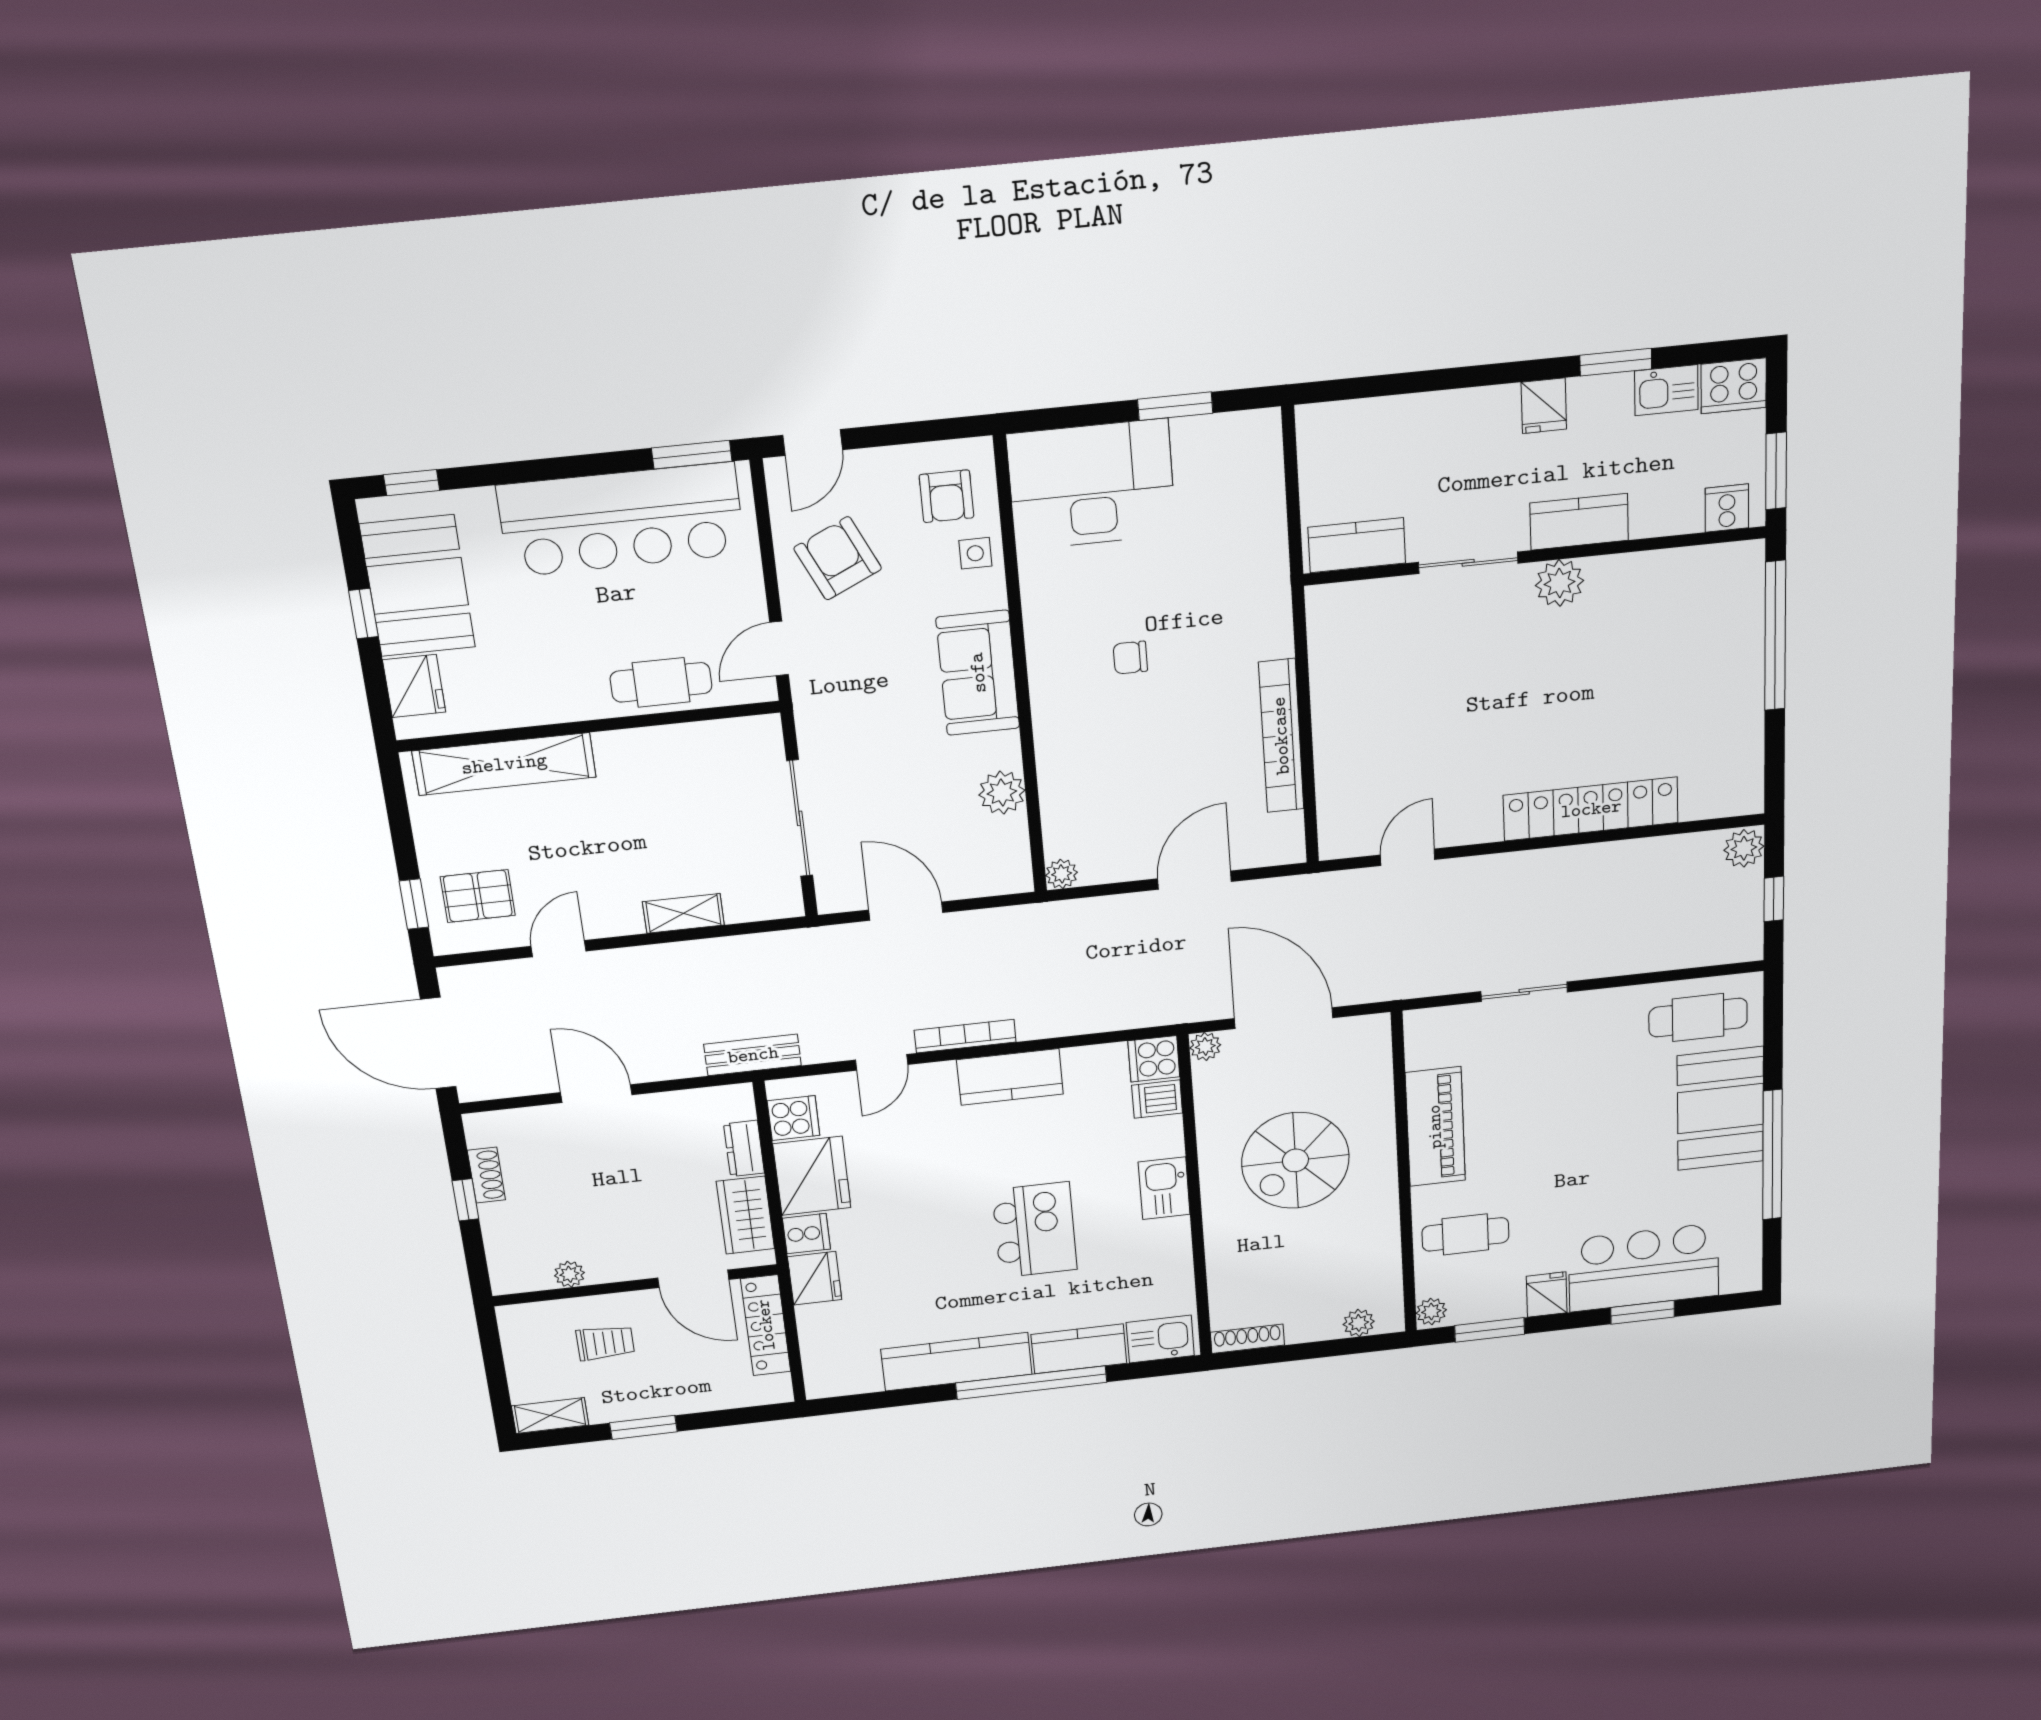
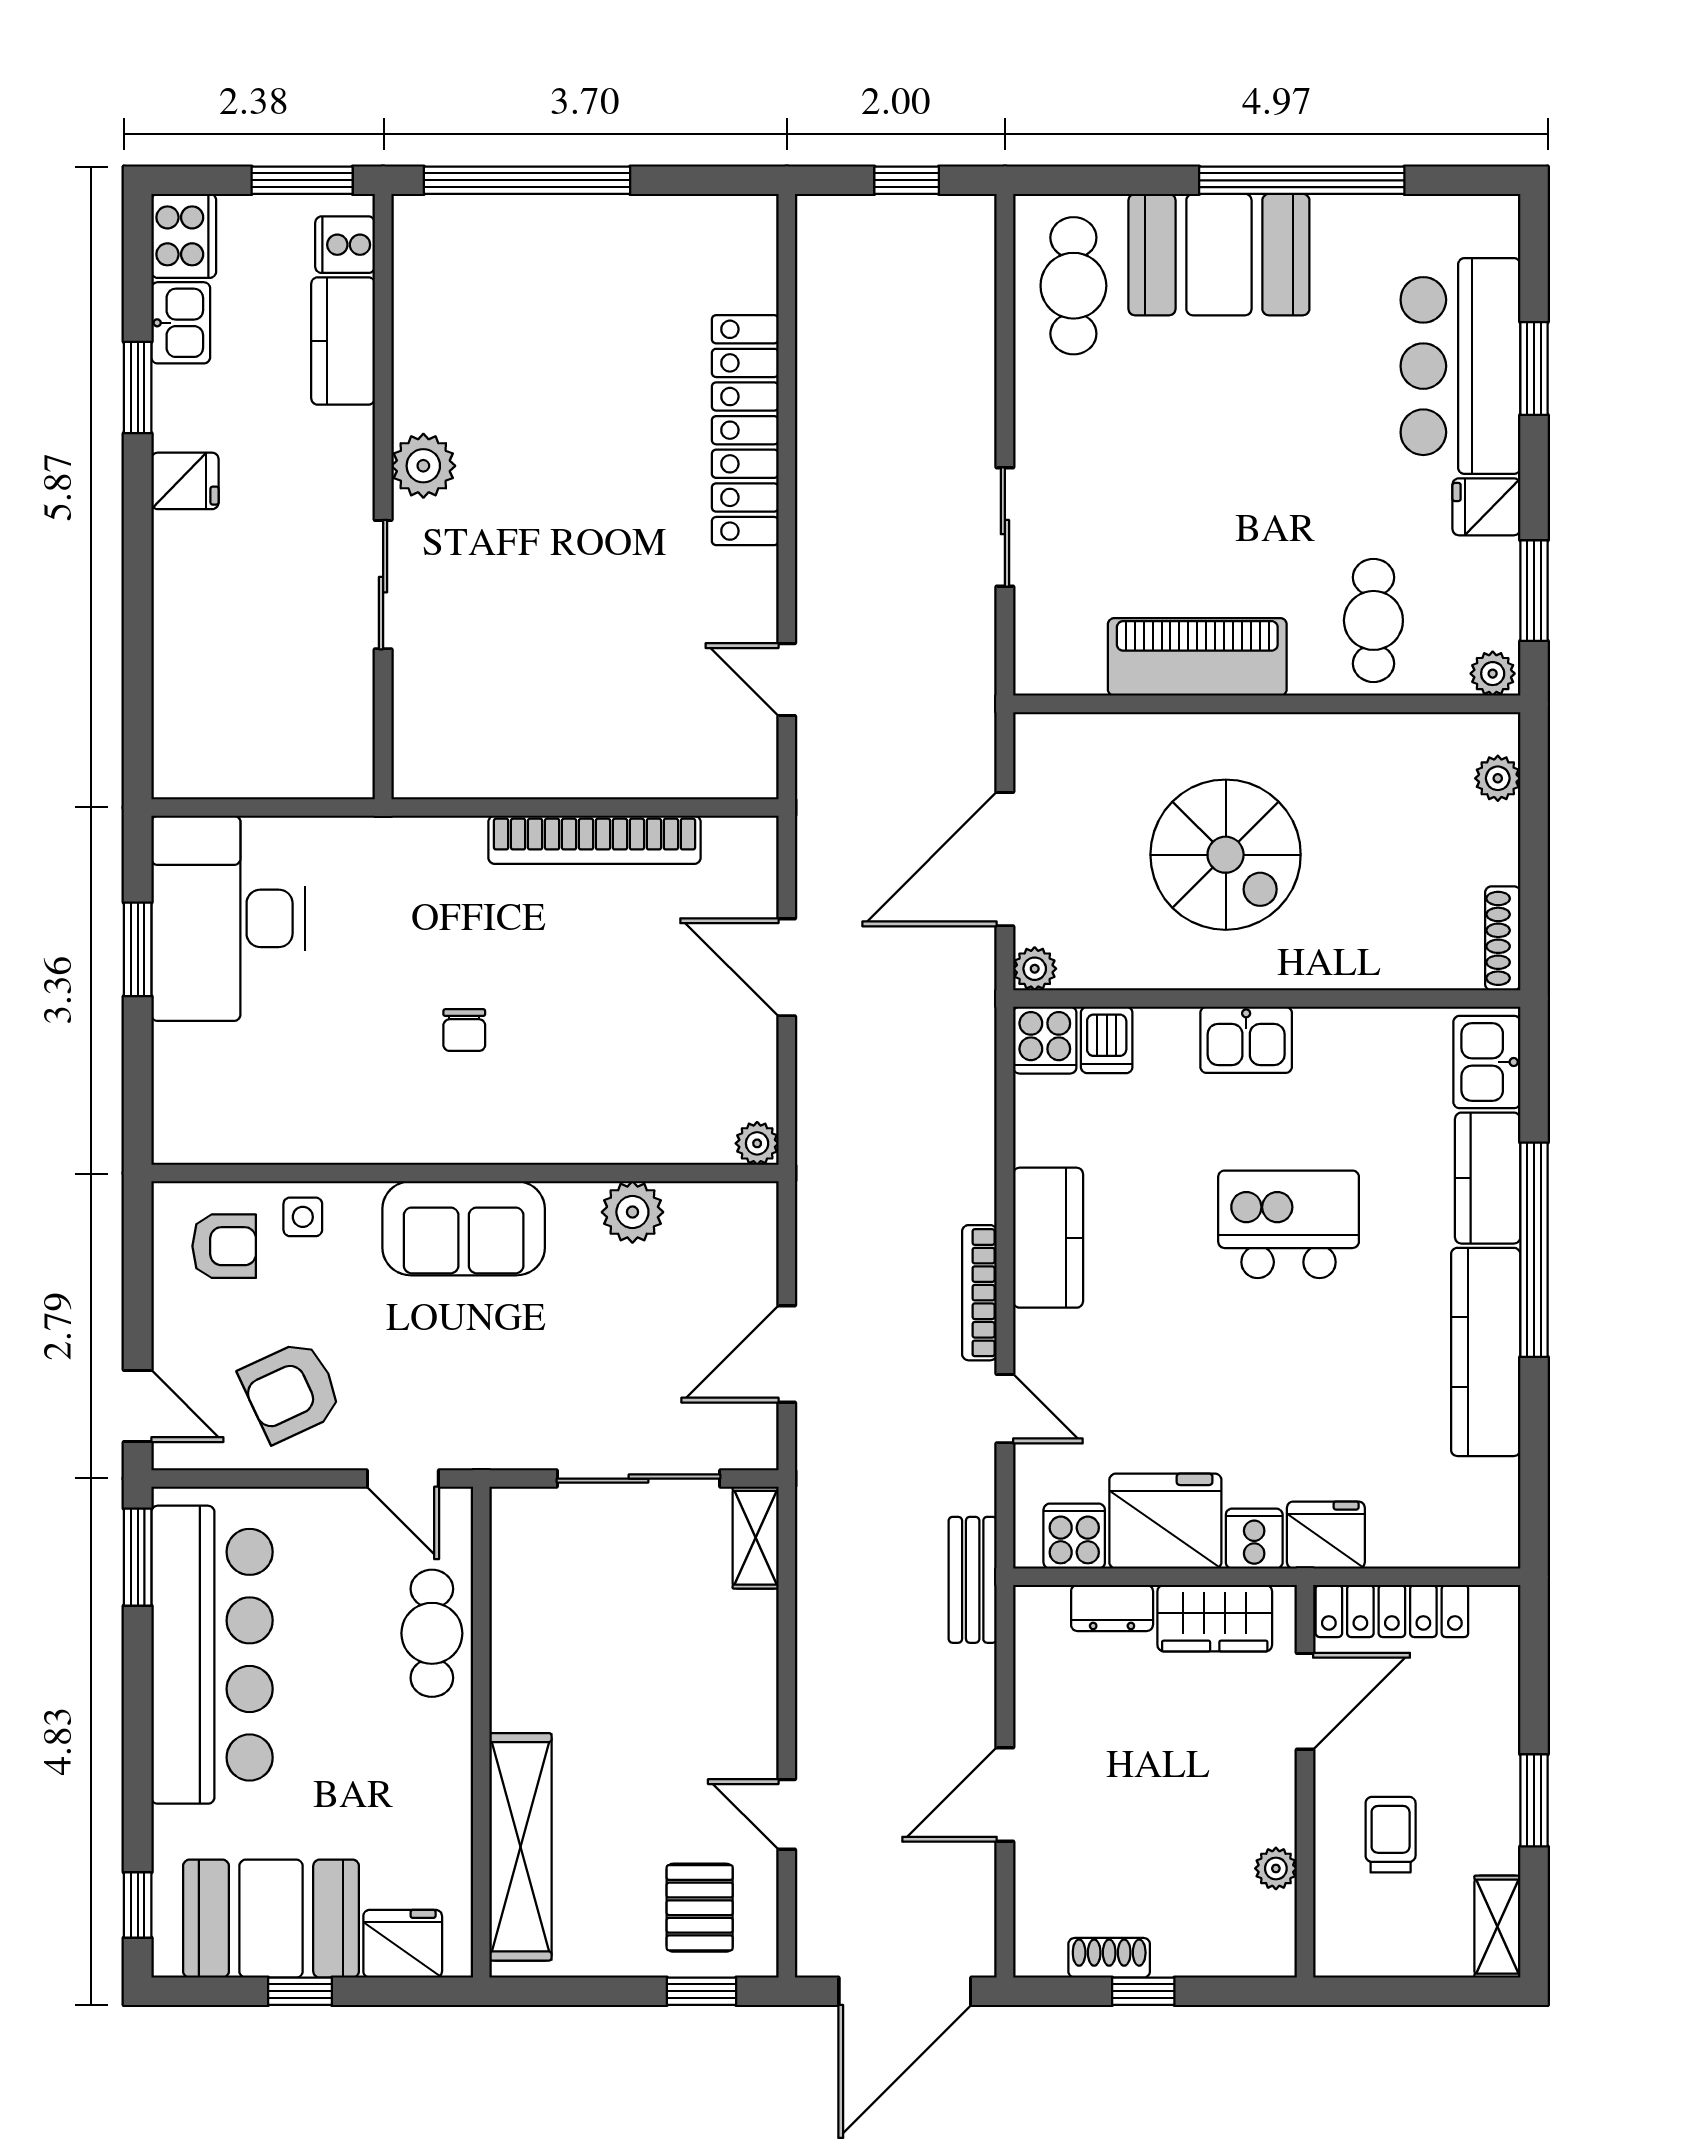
desk: (1092, 485) -> (228, 918), moved
kitchen counter: (1579, 522) -> (343, 341), moved
kitchen counter: (1357, 545) -> (344, 728), removed
plant: (1744, 848) -> (827, 222), removed
shelving: (683, 913) -> (756, 1538), moved

